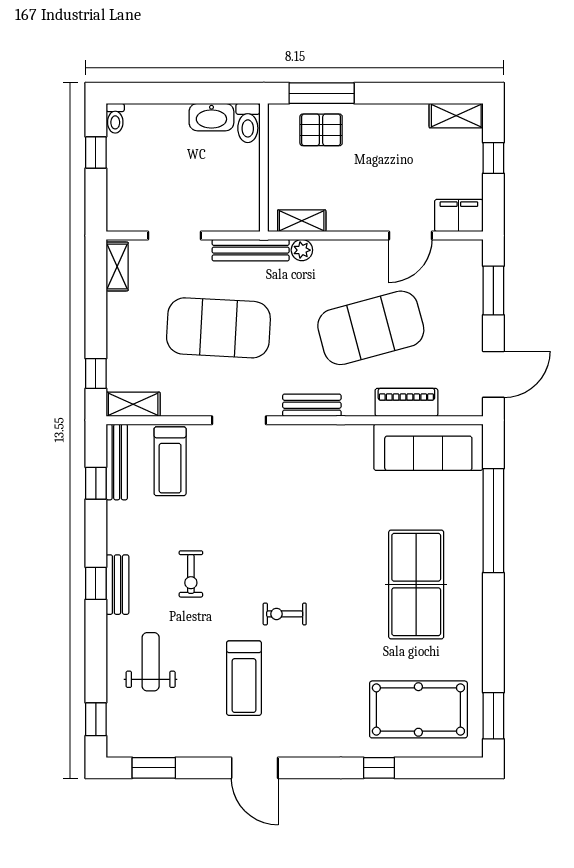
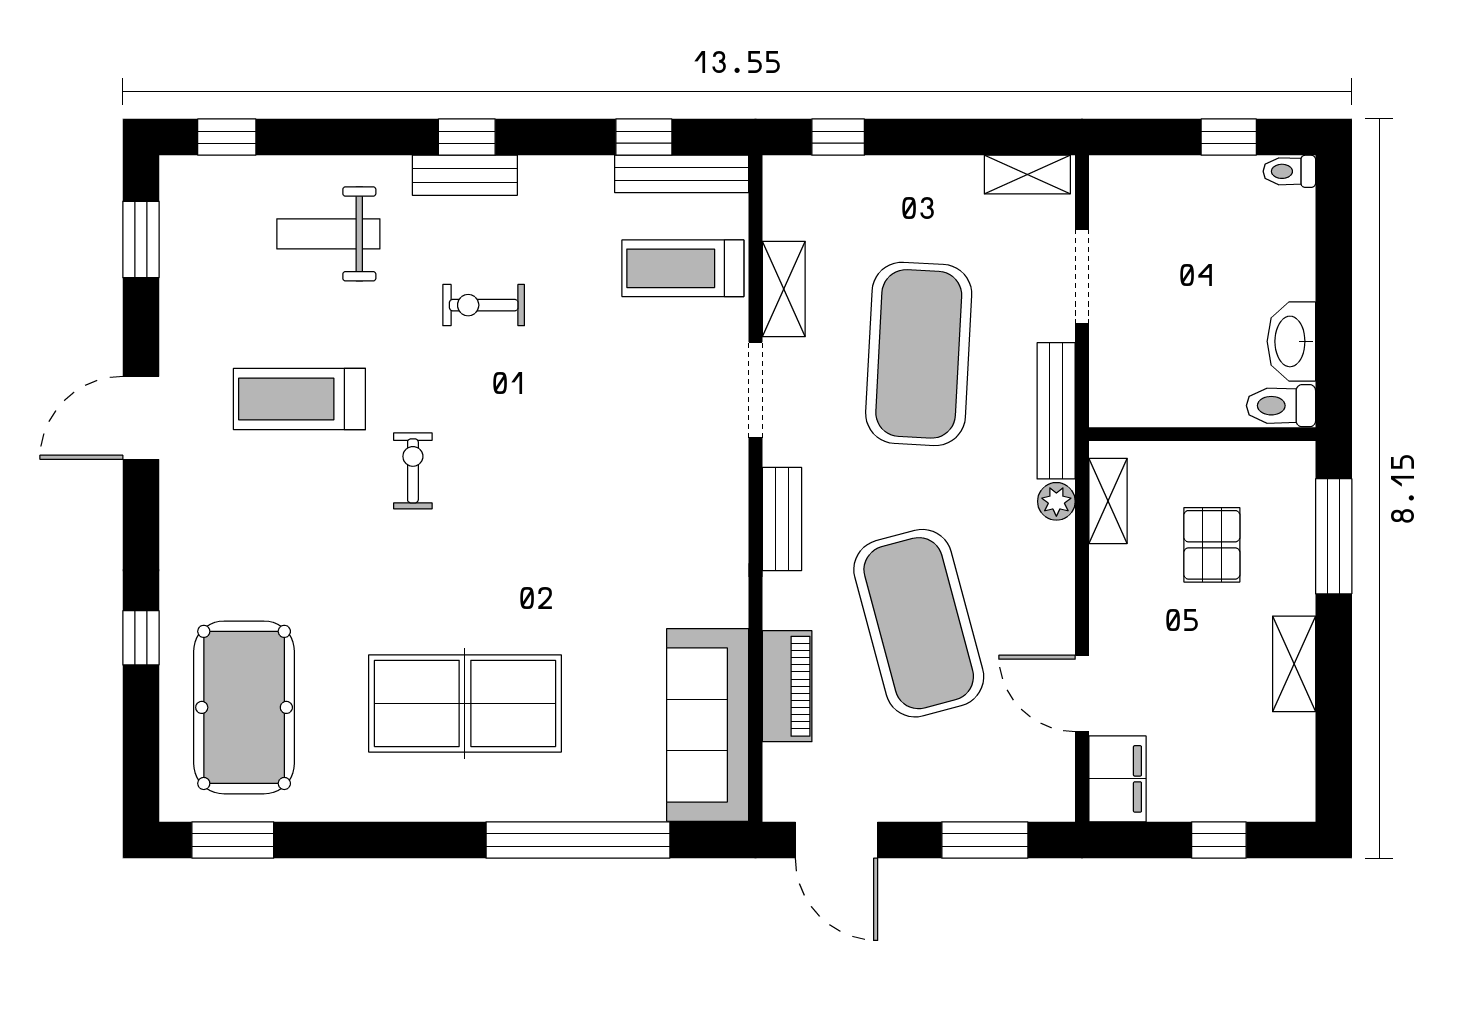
shelving: (456, 116) -> (1294, 664), moved
pallet: (321, 130) -> (1212, 545), moved
shelving: (133, 404) -> (784, 289), moved
weight bench: (151, 662) -> (328, 234), turned 180

